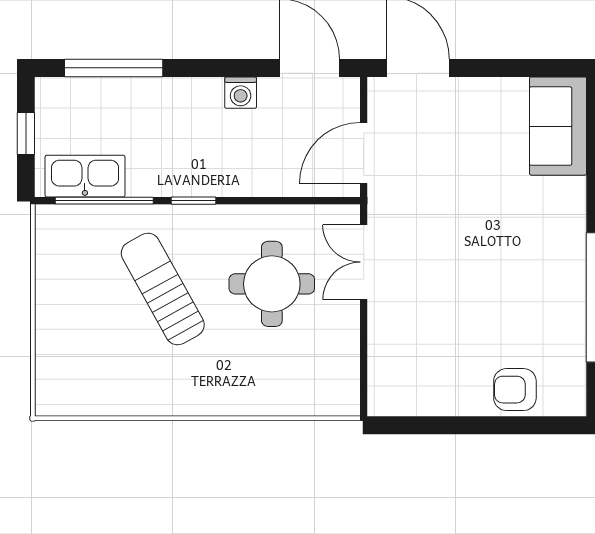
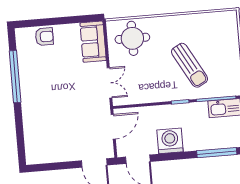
washing machine: (241, 93) -> (170, 141), width x1.89, depth x1.89
sofa: (558, 126) -> (93, 42), moved, turned 180
round table: (272, 284) -> (132, 38), moved

